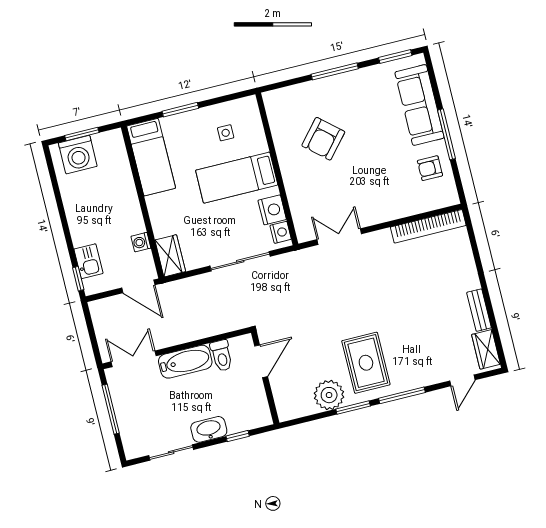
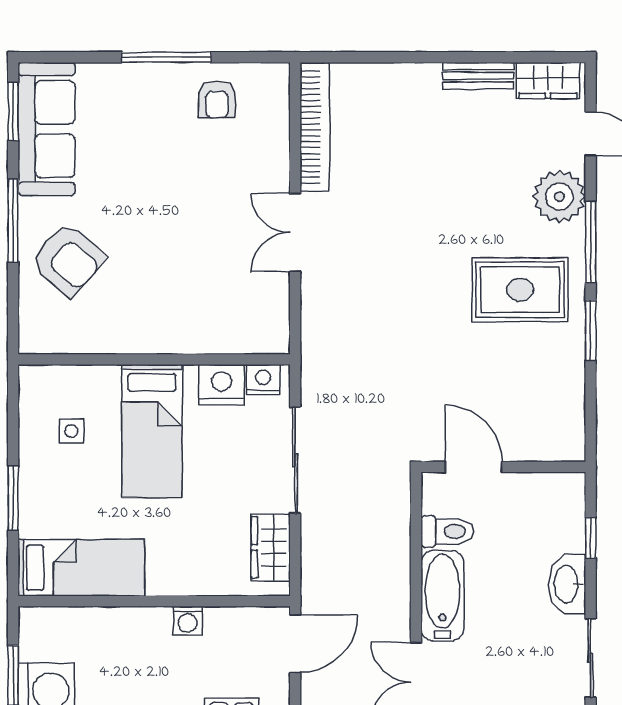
sofa: (420, 105) -> (46, 129), moved, turned -90
armchair: (323, 139) -> (68, 260), moved
double door: (339, 237) -> (295, 233), moved
washing machine: (141, 242) -> (188, 621), moved
wardrobe: (170, 256) -> (271, 547), moved, turned -90
plant: (329, 395) -> (559, 197), moved

